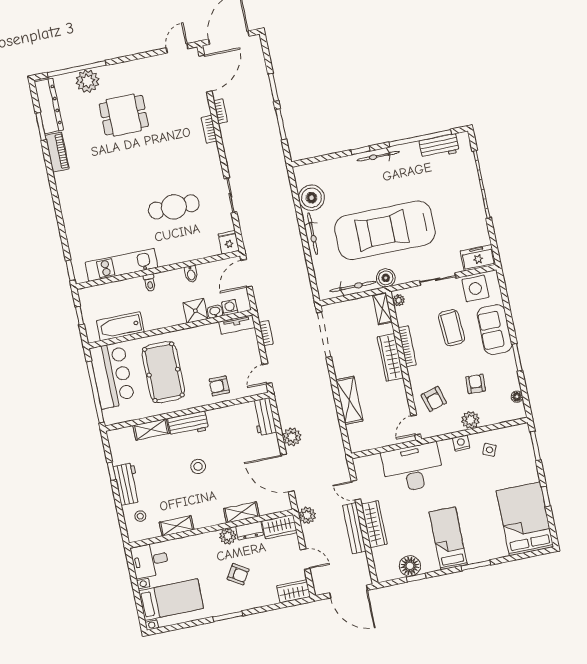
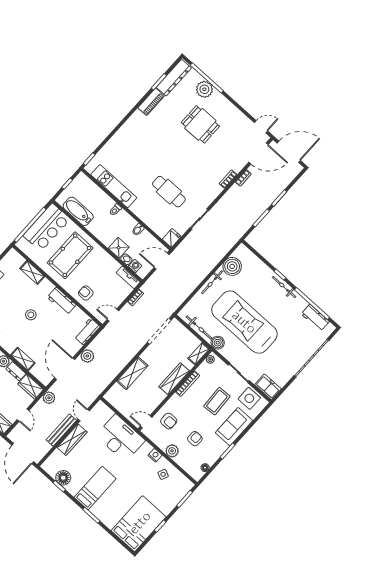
armchair: (434, 399) -> (169, 421), turned -74
workbench: (188, 424) -> (62, 301), moved

